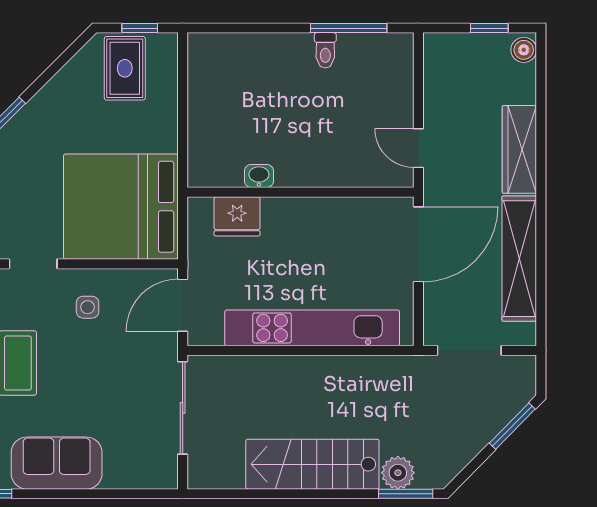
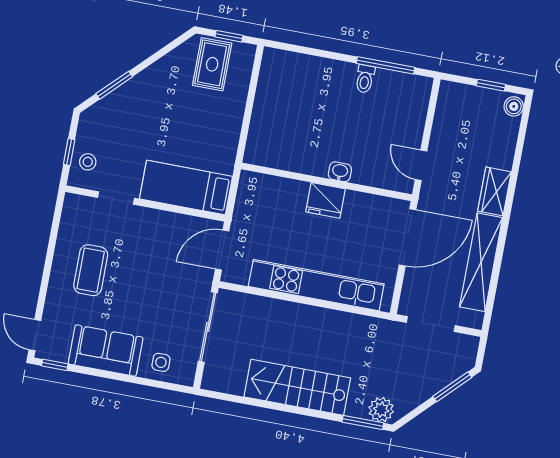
wardrobe: (519, 149) -> (494, 191), width x0.67
washbasin: (259, 176) -> (340, 172), moved
bed: (121, 207) -> (186, 188), width x0.49
fridge: (237, 216) -> (326, 200), moved
side table: (88, 307) -> (161, 362), moved
plant: (398, 473) -> (381, 410), moved

